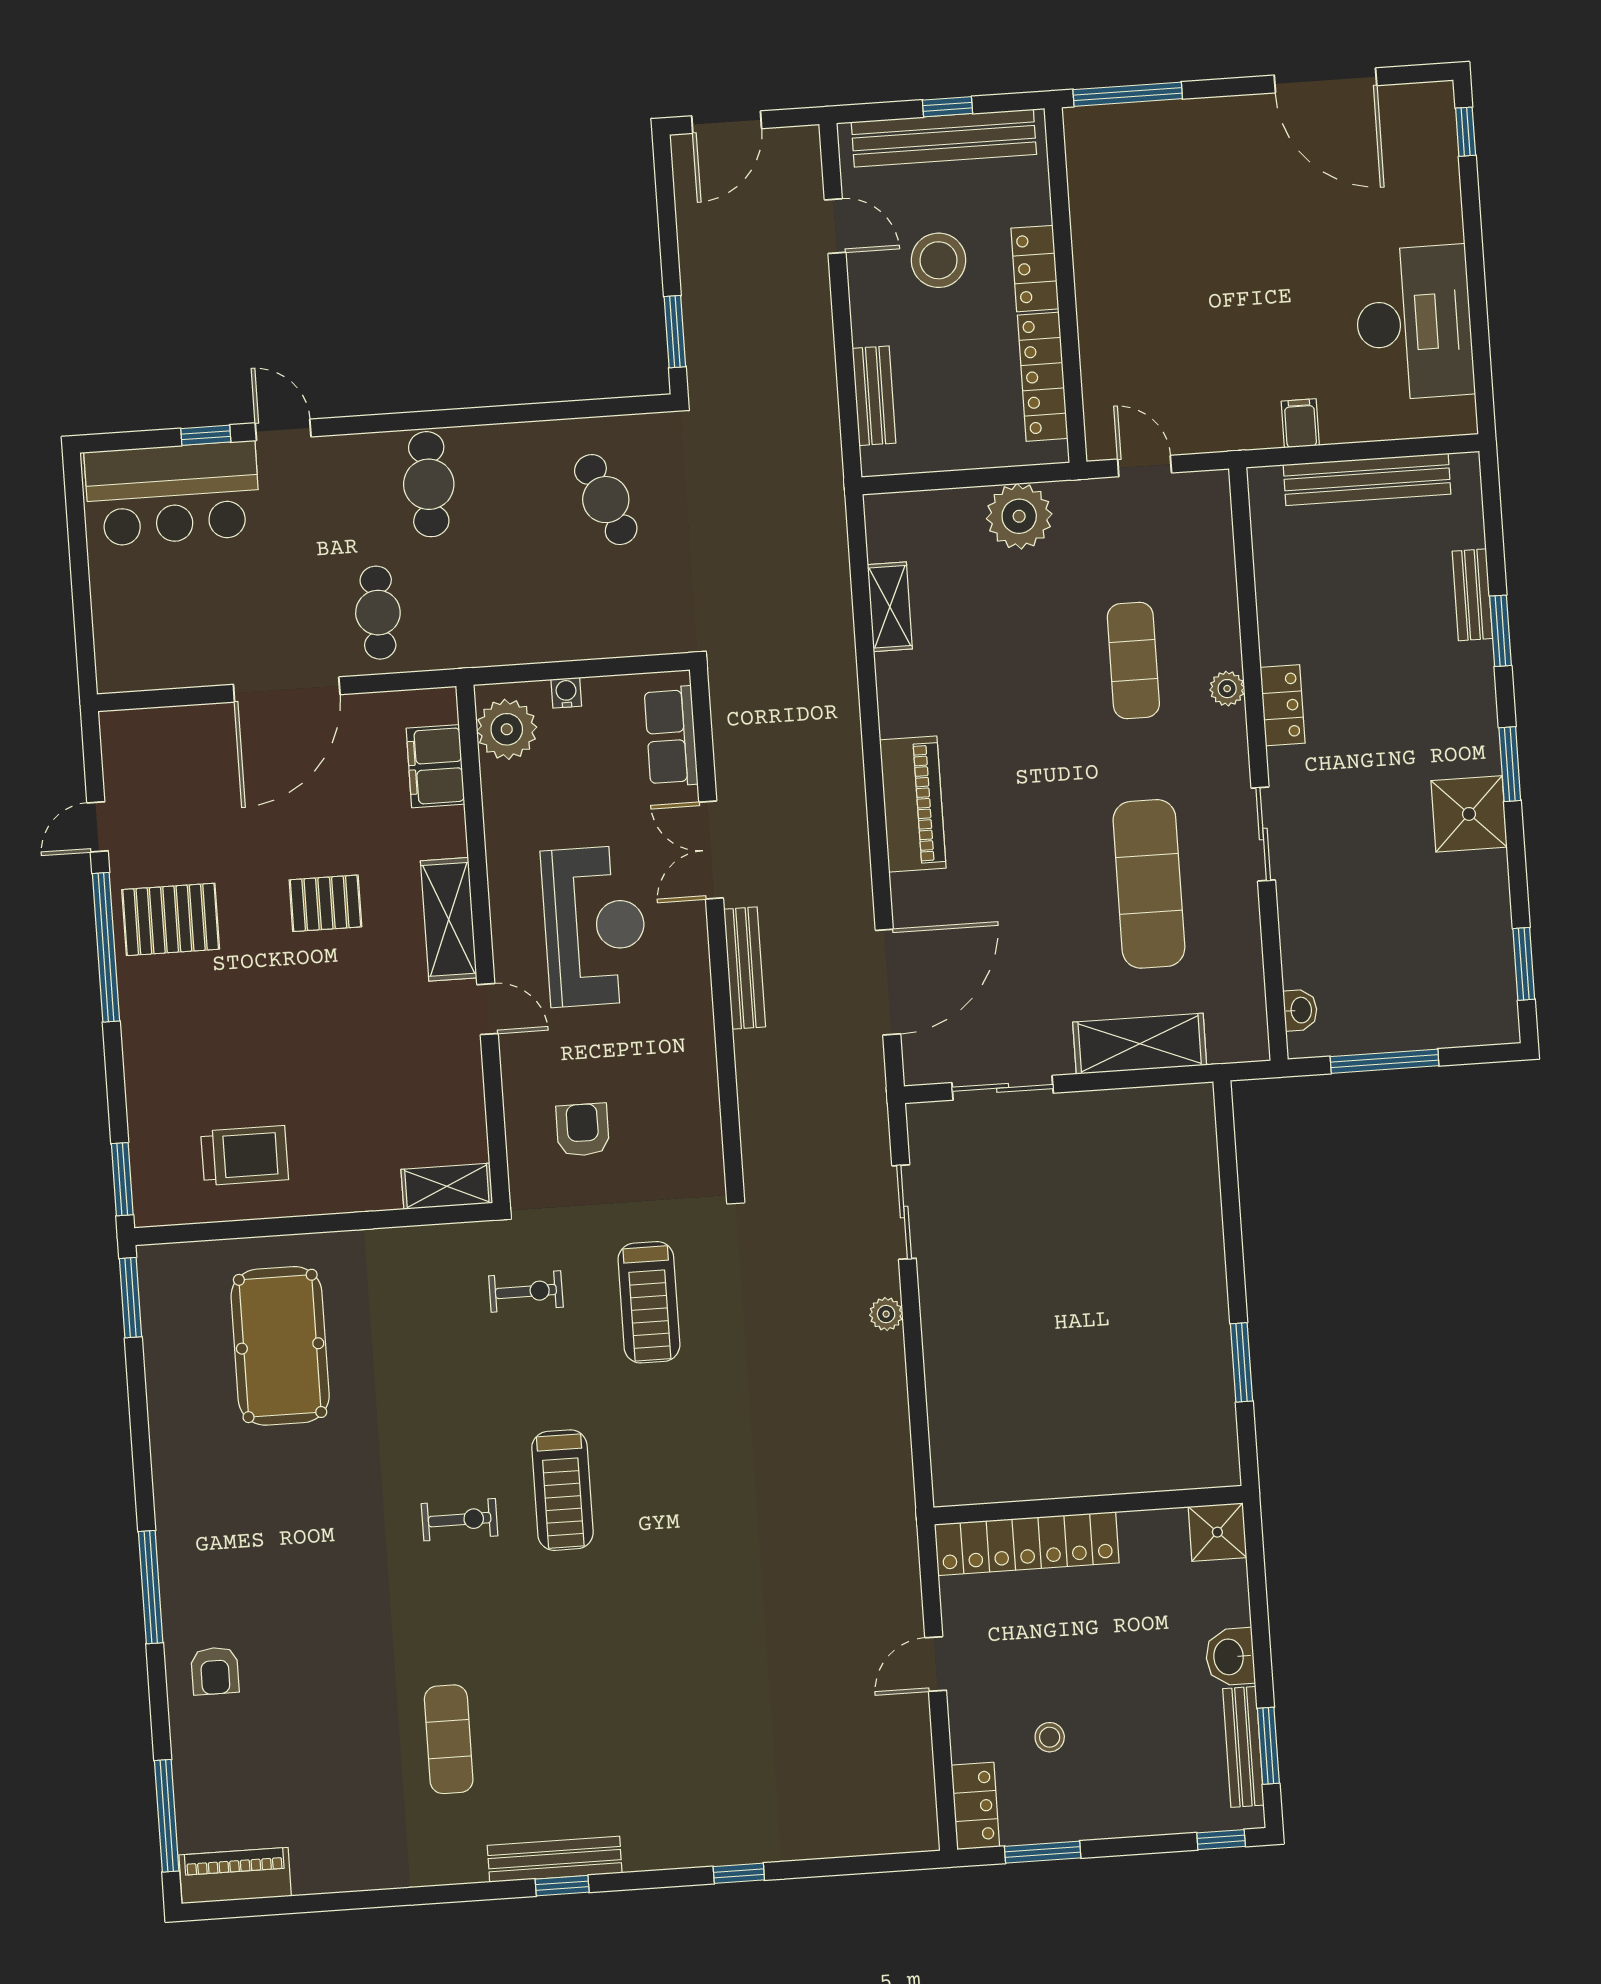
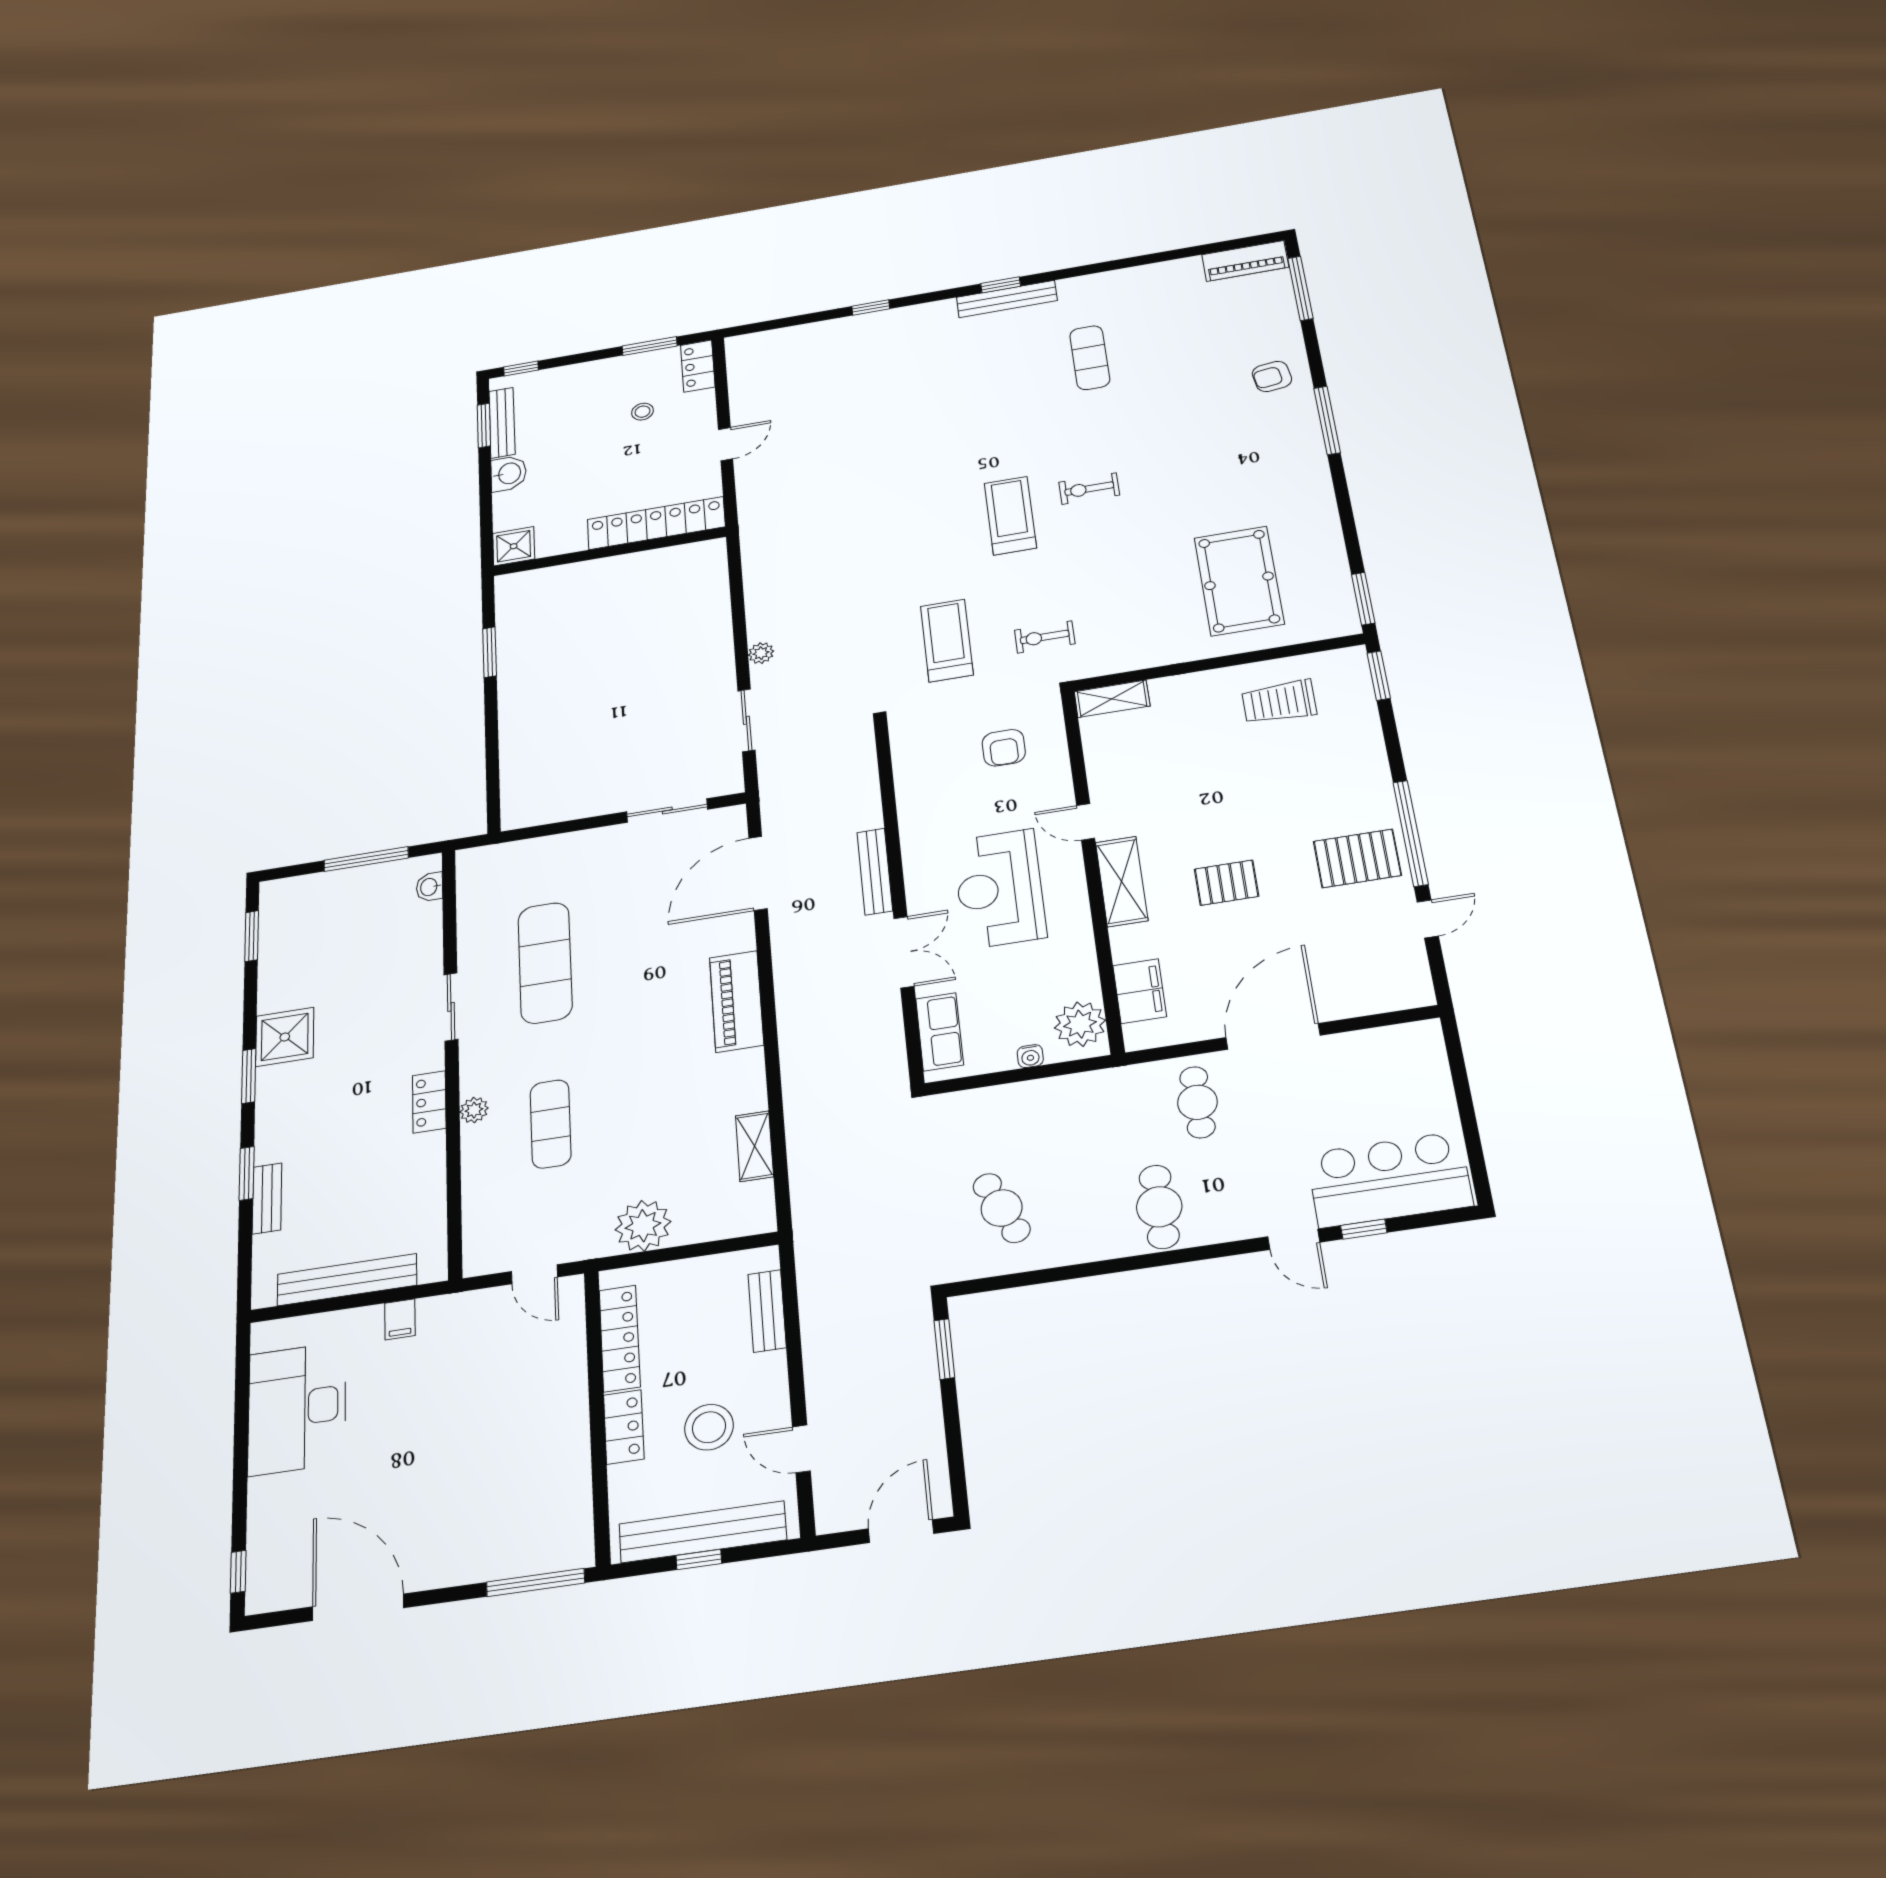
shelving: (1140, 1044) -> (558, 851), removed
armchair: (215, 1671) -> (1272, 376), turned -98

